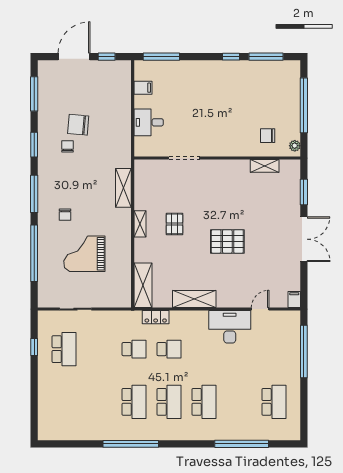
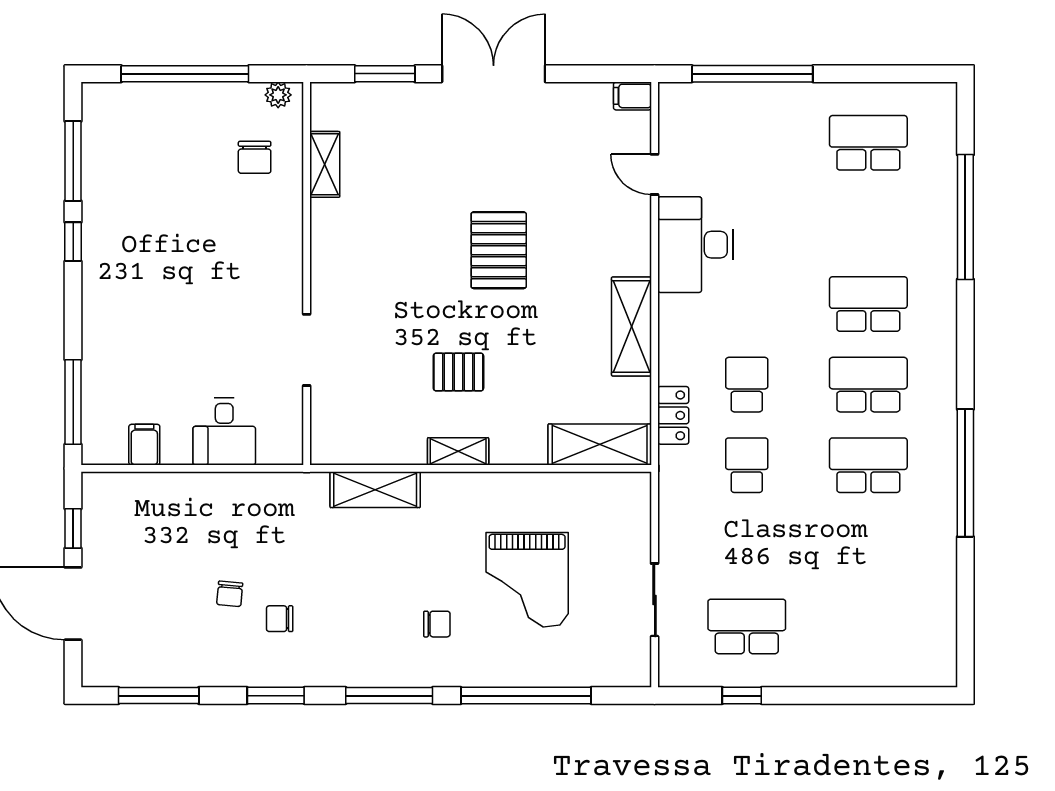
chair: (78, 125) -> (230, 594), width x0.54, depth x0.54

